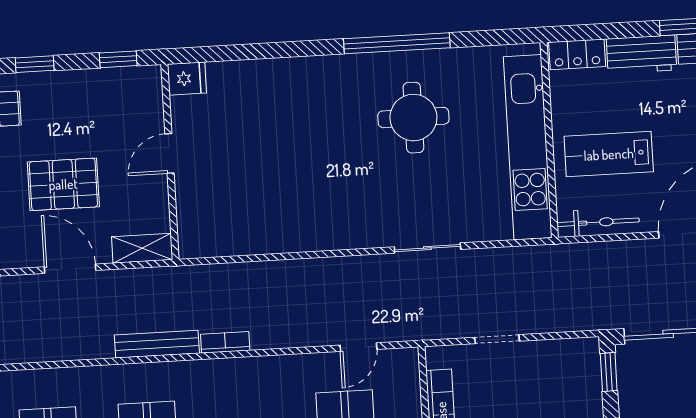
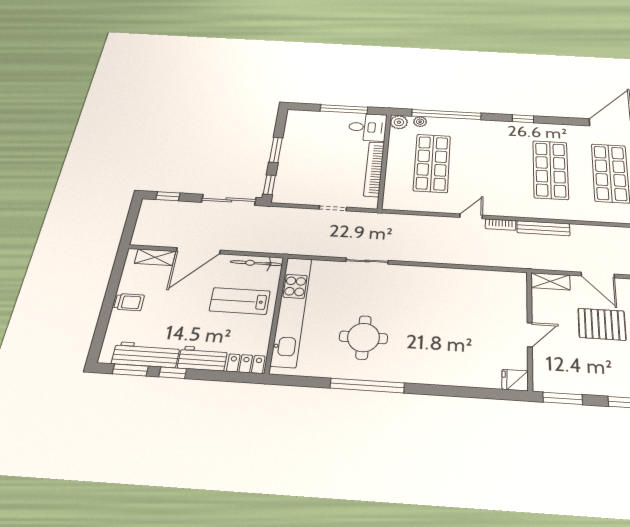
window: (118, 59) -> (563, 398), width x1.50
lab bench: (609, 154) -> (240, 301), turned 180
door: (358, 347) -> (471, 216), moved

